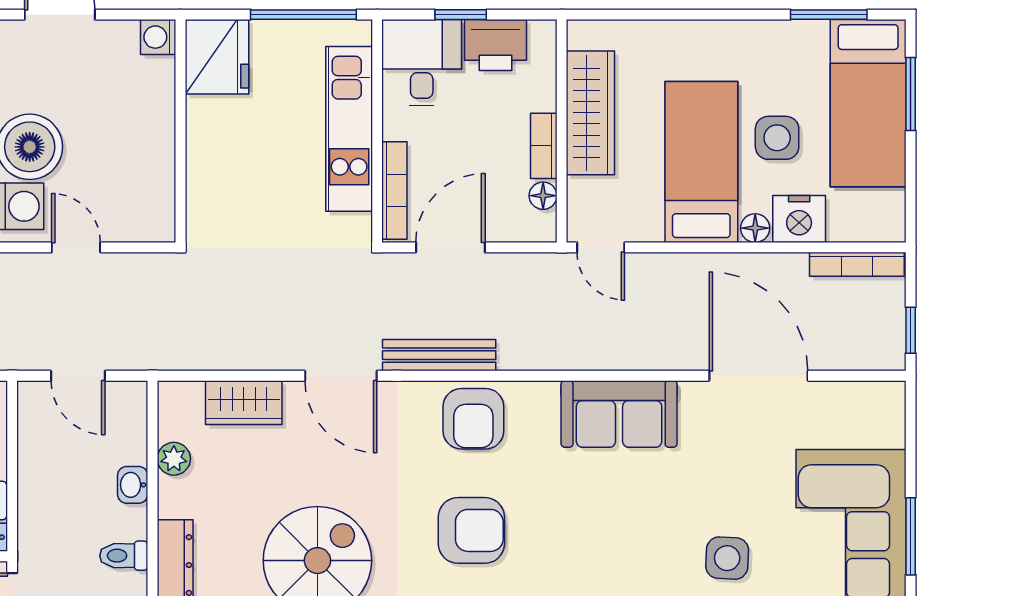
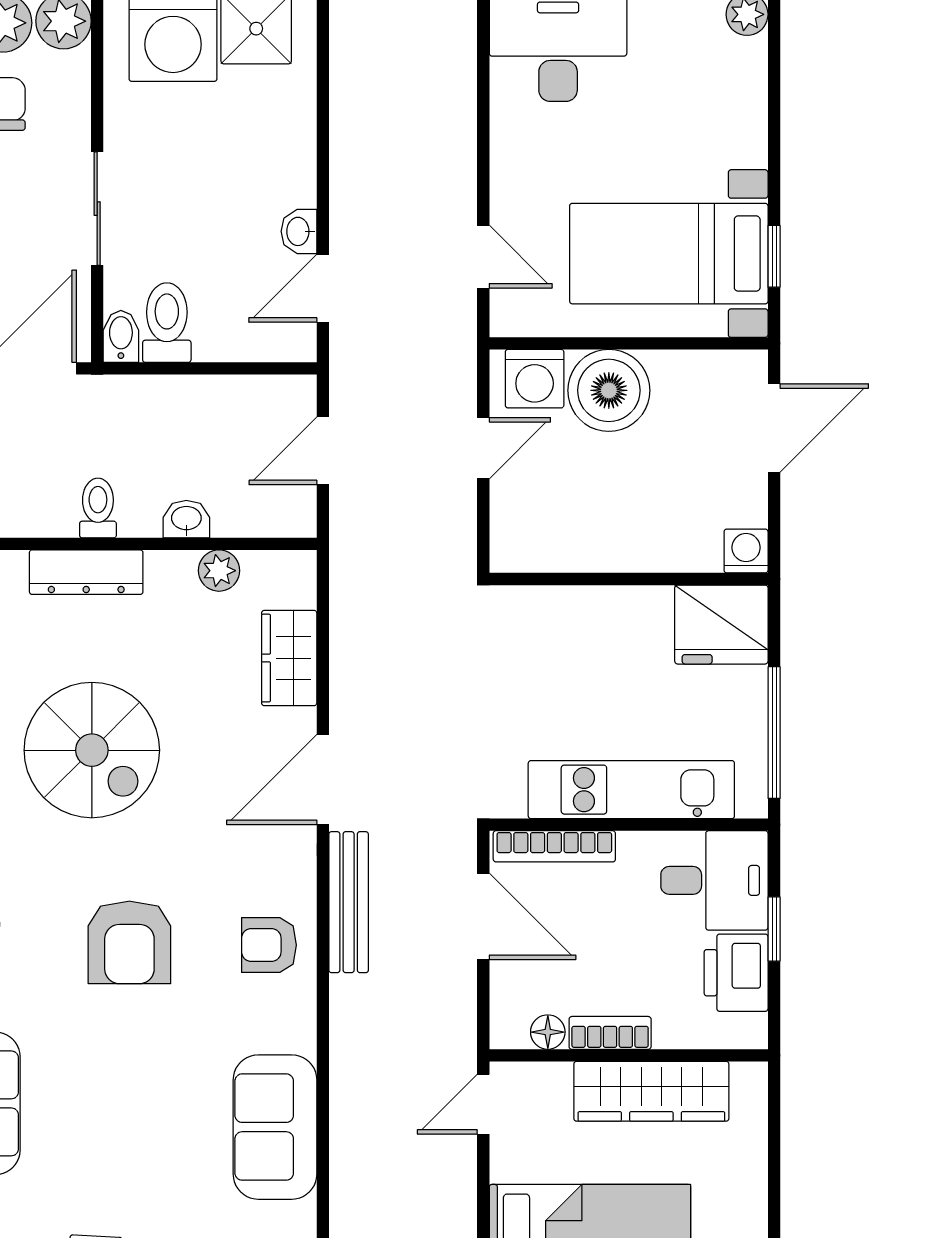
armchair: (473, 419) -> (269, 945), width x0.72, depth x0.72

